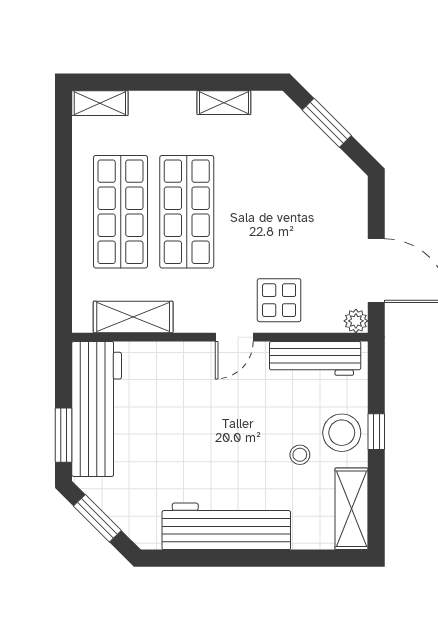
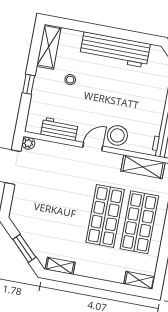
shelving: (224, 103) -> (60, 266), moved
display table: (279, 300) -> (66, 161), removed
workbench: (315, 358) -> (59, 129), width x0.73
stool: (342, 433) -> (117, 135), moved

